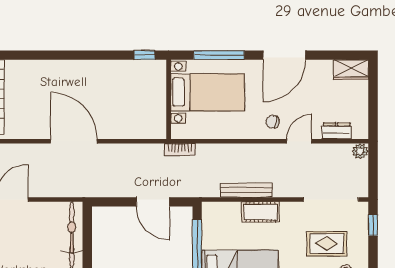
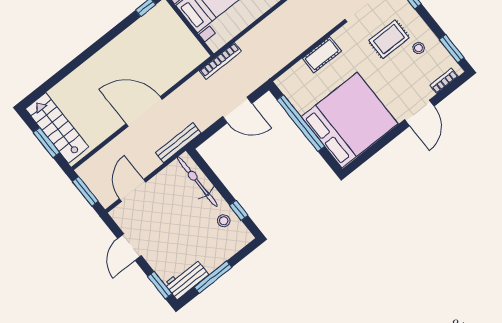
bookcase: (180, 150) -> (220, 61), width x1.56
bench: (246, 190) -> (178, 143), moved

